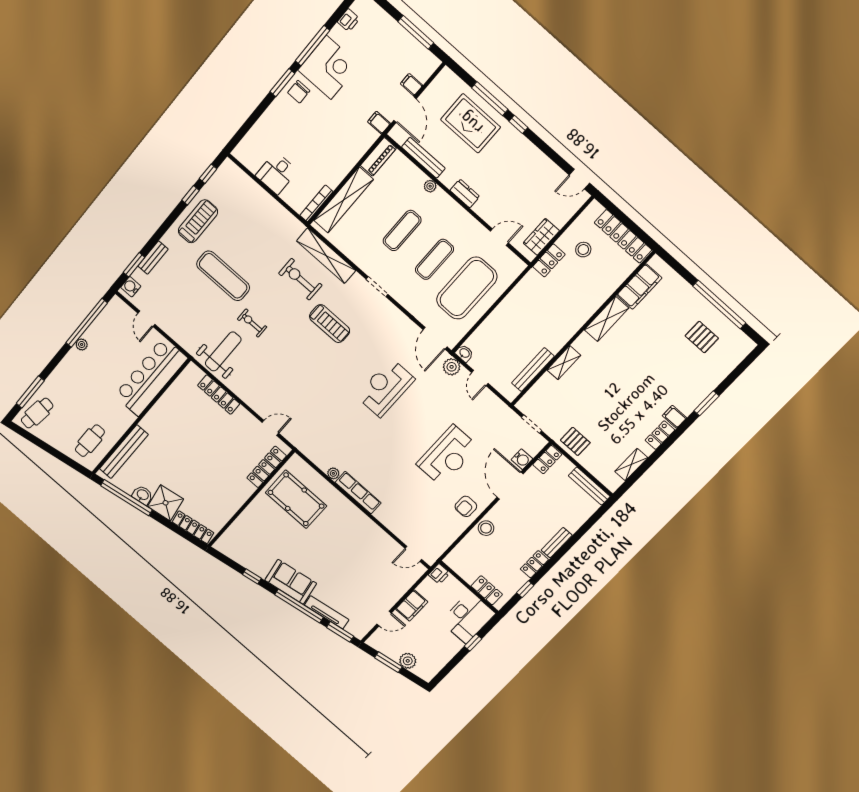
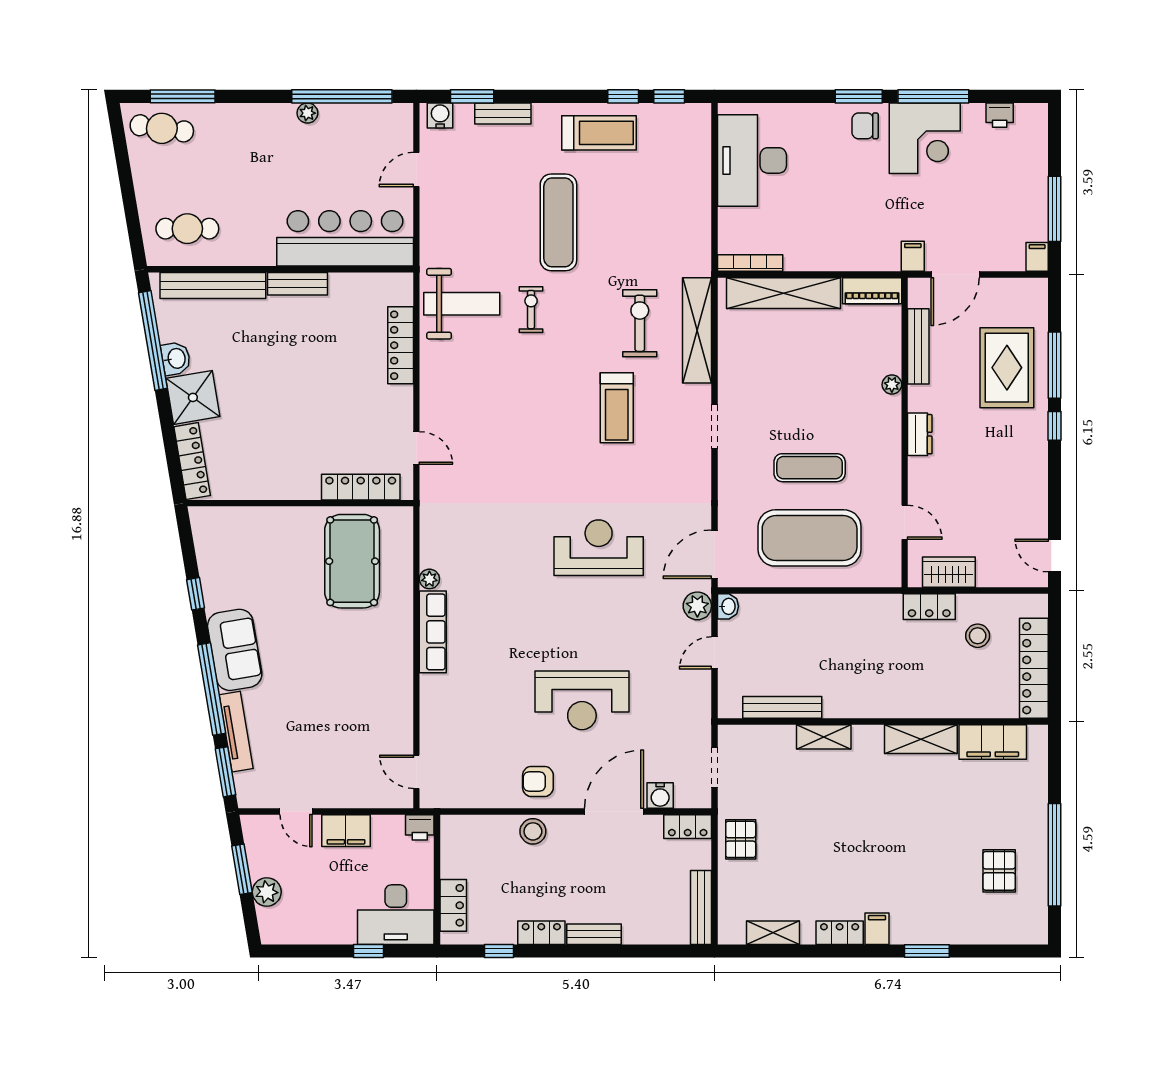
filing cabinet: (412, 85) -> (1037, 257), moved
desk: (277, 173) -> (752, 160), width x1.87, depth x1.30
exercise mat: (402, 231) -> (810, 397), removed
bench: (154, 415) -> (298, 284), added

